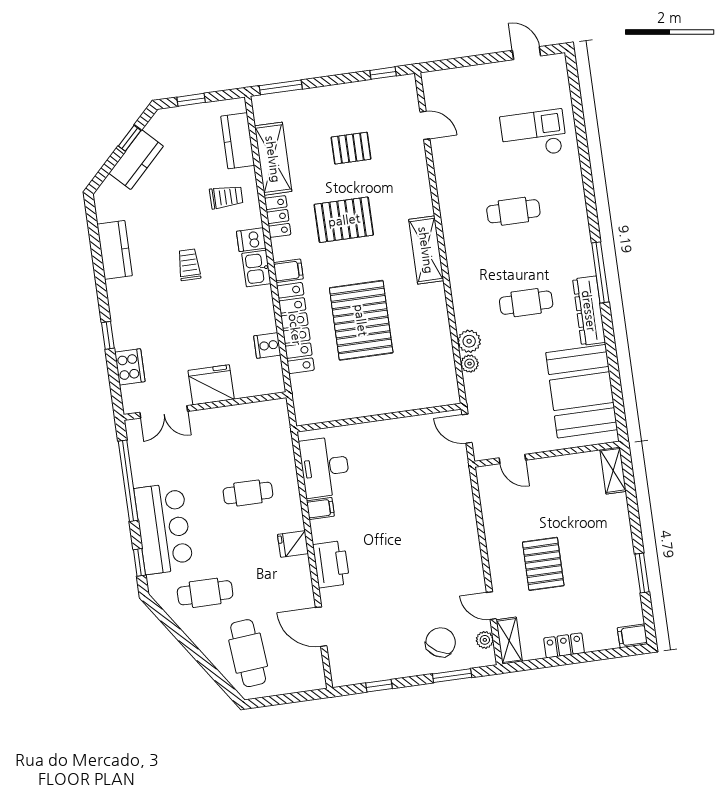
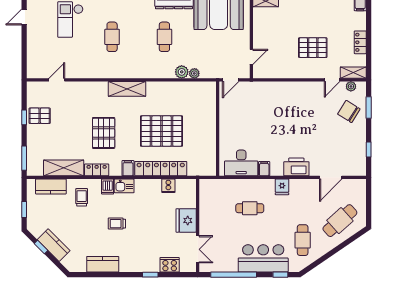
window: (383, 73) -> (24, 117), moved
pallet: (351, 148) -> (40, 116), moved, turned 90
cafe table: (248, 493) -> (250, 208), turned 90
cafe table: (248, 653) -> (340, 221), turned -37

